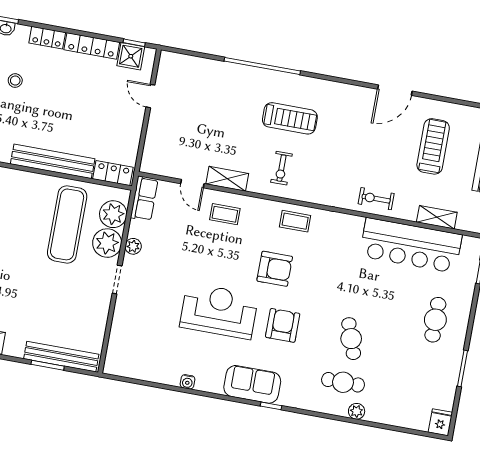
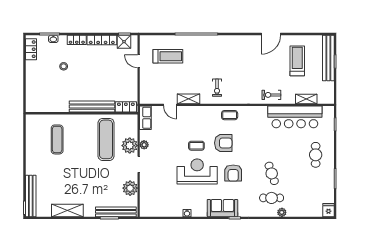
treadmill: (290, 118) -> (168, 56), moved
plant: (113, 214) -> (130, 188), moved
coffee table: (225, 214) -> (196, 146), moved
armchair: (283, 325) -> (233, 173), turned 180

